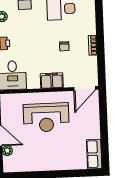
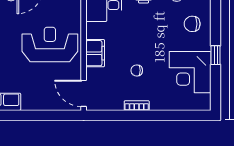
reception desk: (46, 117) -> (50, 44), turned 90

